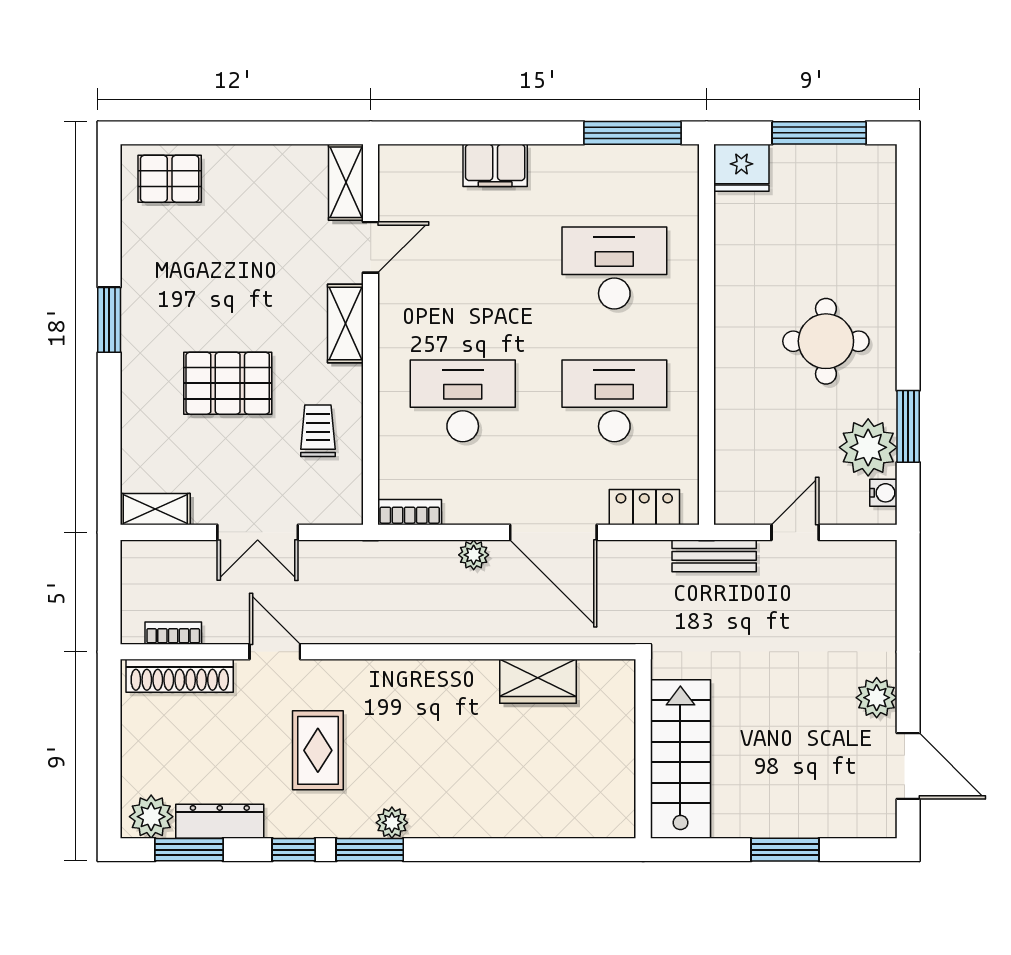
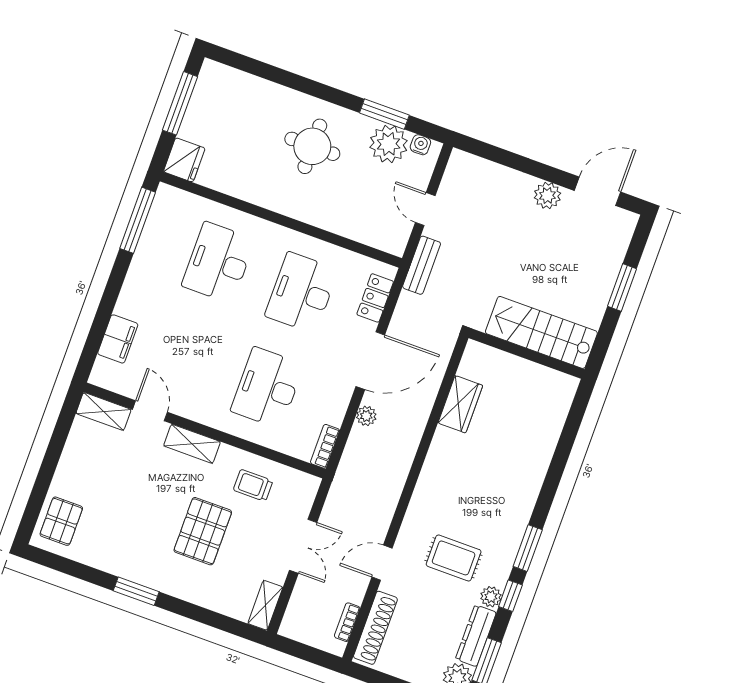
filing cabinet: (495, 165) -> (118, 339), moved
plant: (392, 823) -> (491, 597), moved

